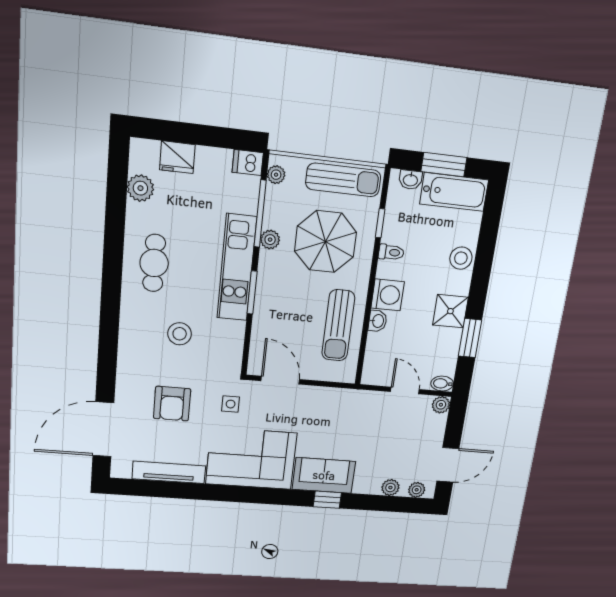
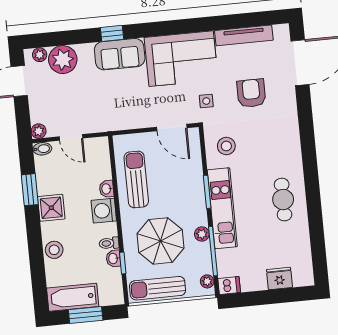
washbasin: (410, 180) -> (113, 258), moved, turned -90
plant: (140, 188) -> (302, 251), removed
stool: (180, 334) -> (226, 146), moved
plant: (390, 488) -> (63, 60), width x1.87, depth x1.87

